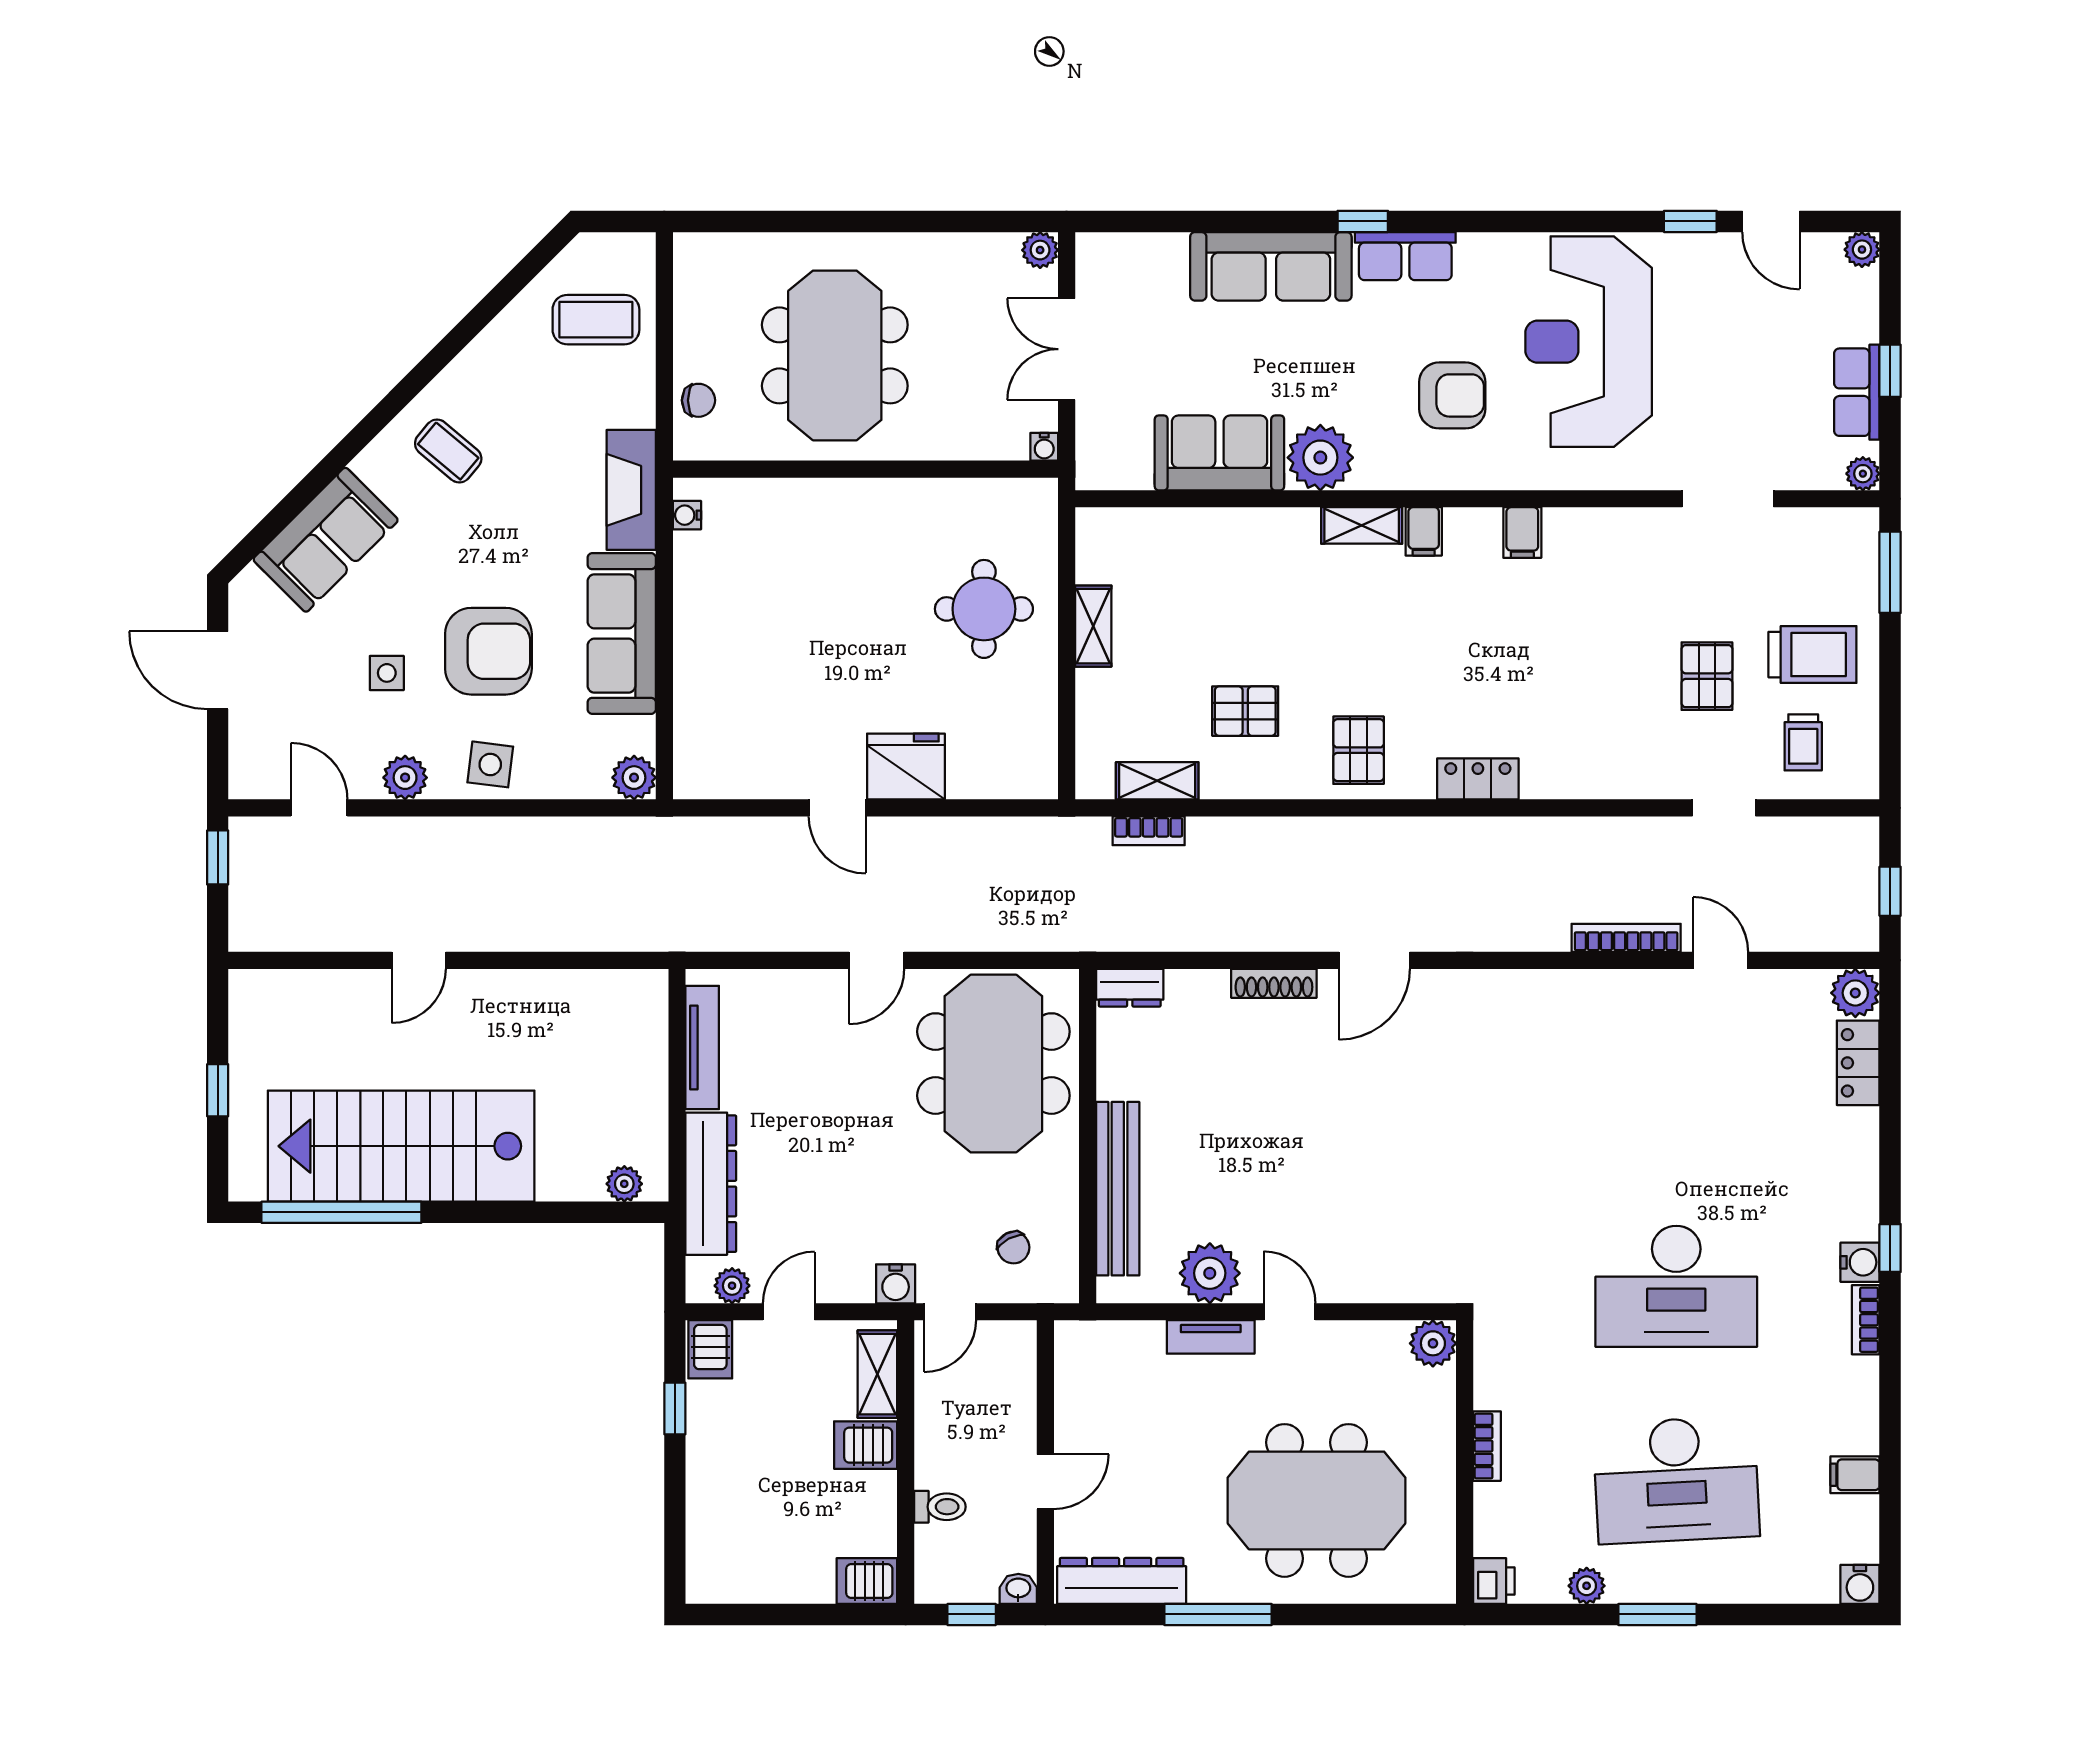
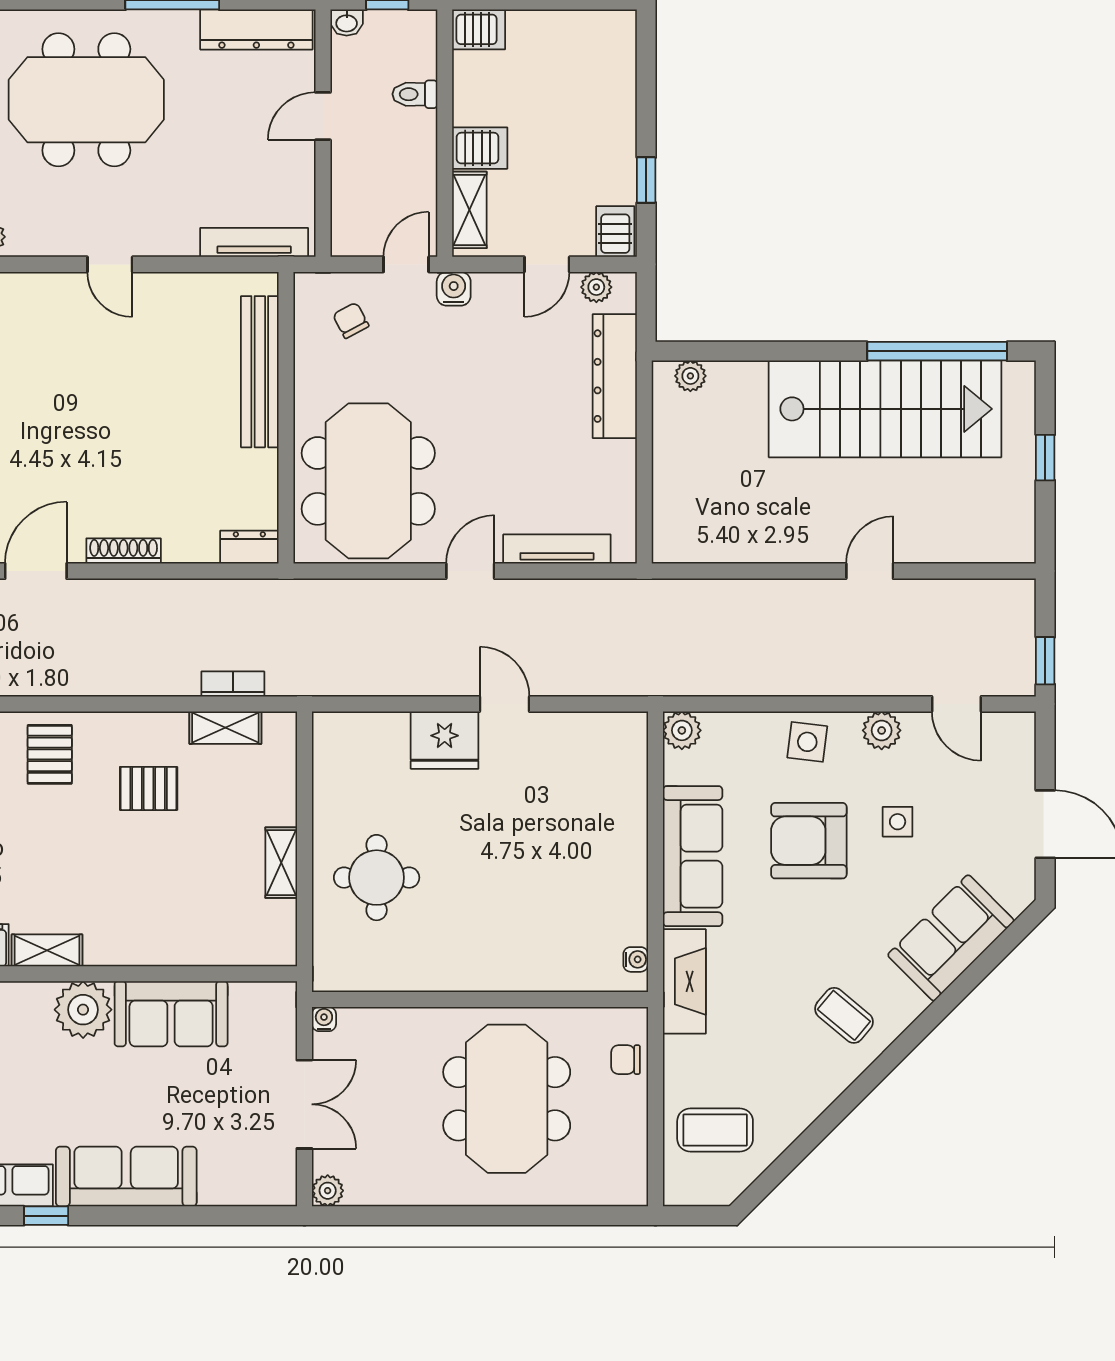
tv unit: (702, 1048) -> (557, 549), moved, turned 90
plant: (1210, 1273) -> (179, 298), removed
tv unit: (1211, 1337) -> (254, 242), moved, width x1.41

